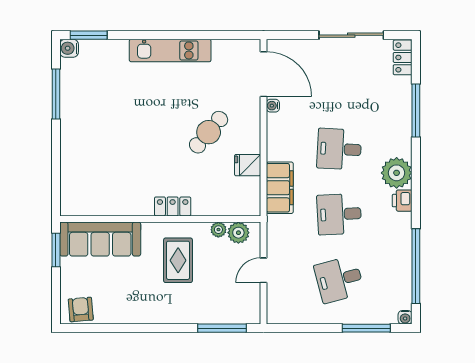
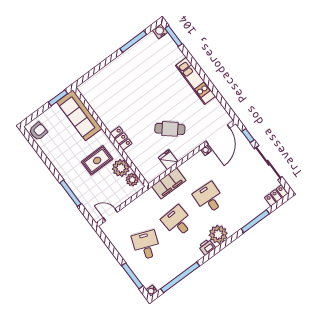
window: (295, 35) -> (248, 136), added
plant: (218, 230) -> (121, 168), width x1.87, depth x1.87
door: (263, 270) -> (110, 215), moved
desk: (339, 279) -> (146, 245), turned 36
window: (222, 328) -> (70, 193), moved

